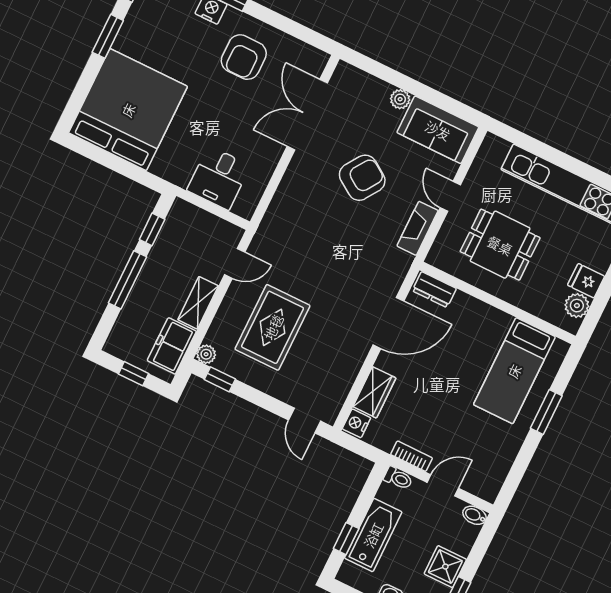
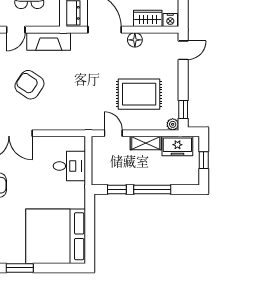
fireplace: (418, 228) -> (49, 41), width x1.37, depth x1.32
floor lamp: (353, 359) -> (135, 40), added

